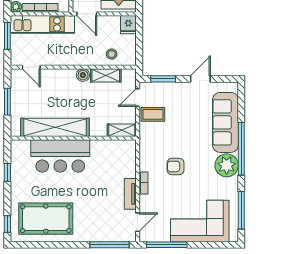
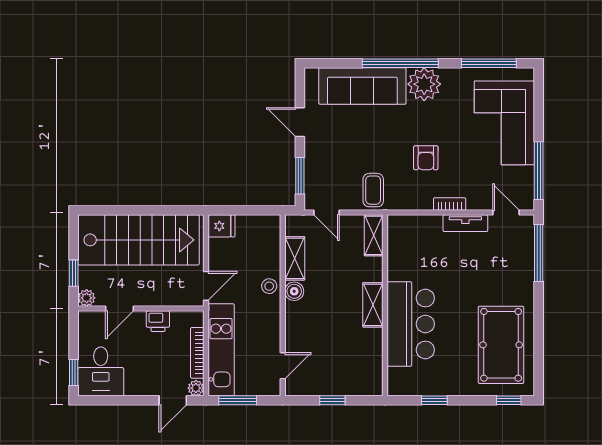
stool: (112, 54) -> (269, 286), moved
window: (7, 102) -> (332, 400), width x0.67
coffee table: (153, 114) -> (373, 190), moved
shelving: (55, 127) -> (373, 305), width x0.45, depth x0.75

